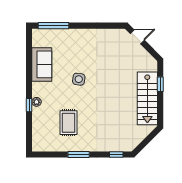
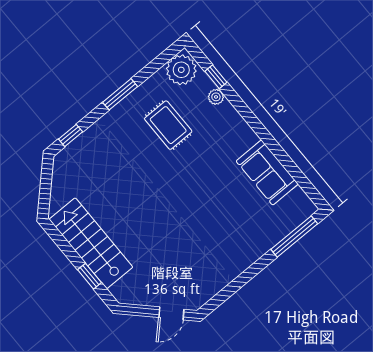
side table: (79, 79) -> (202, 194), removed
plant: (37, 102) -> (216, 97), moved
window: (29, 105) -> (216, 77), moved
plant: (42, 143) -> (181, 70), added

